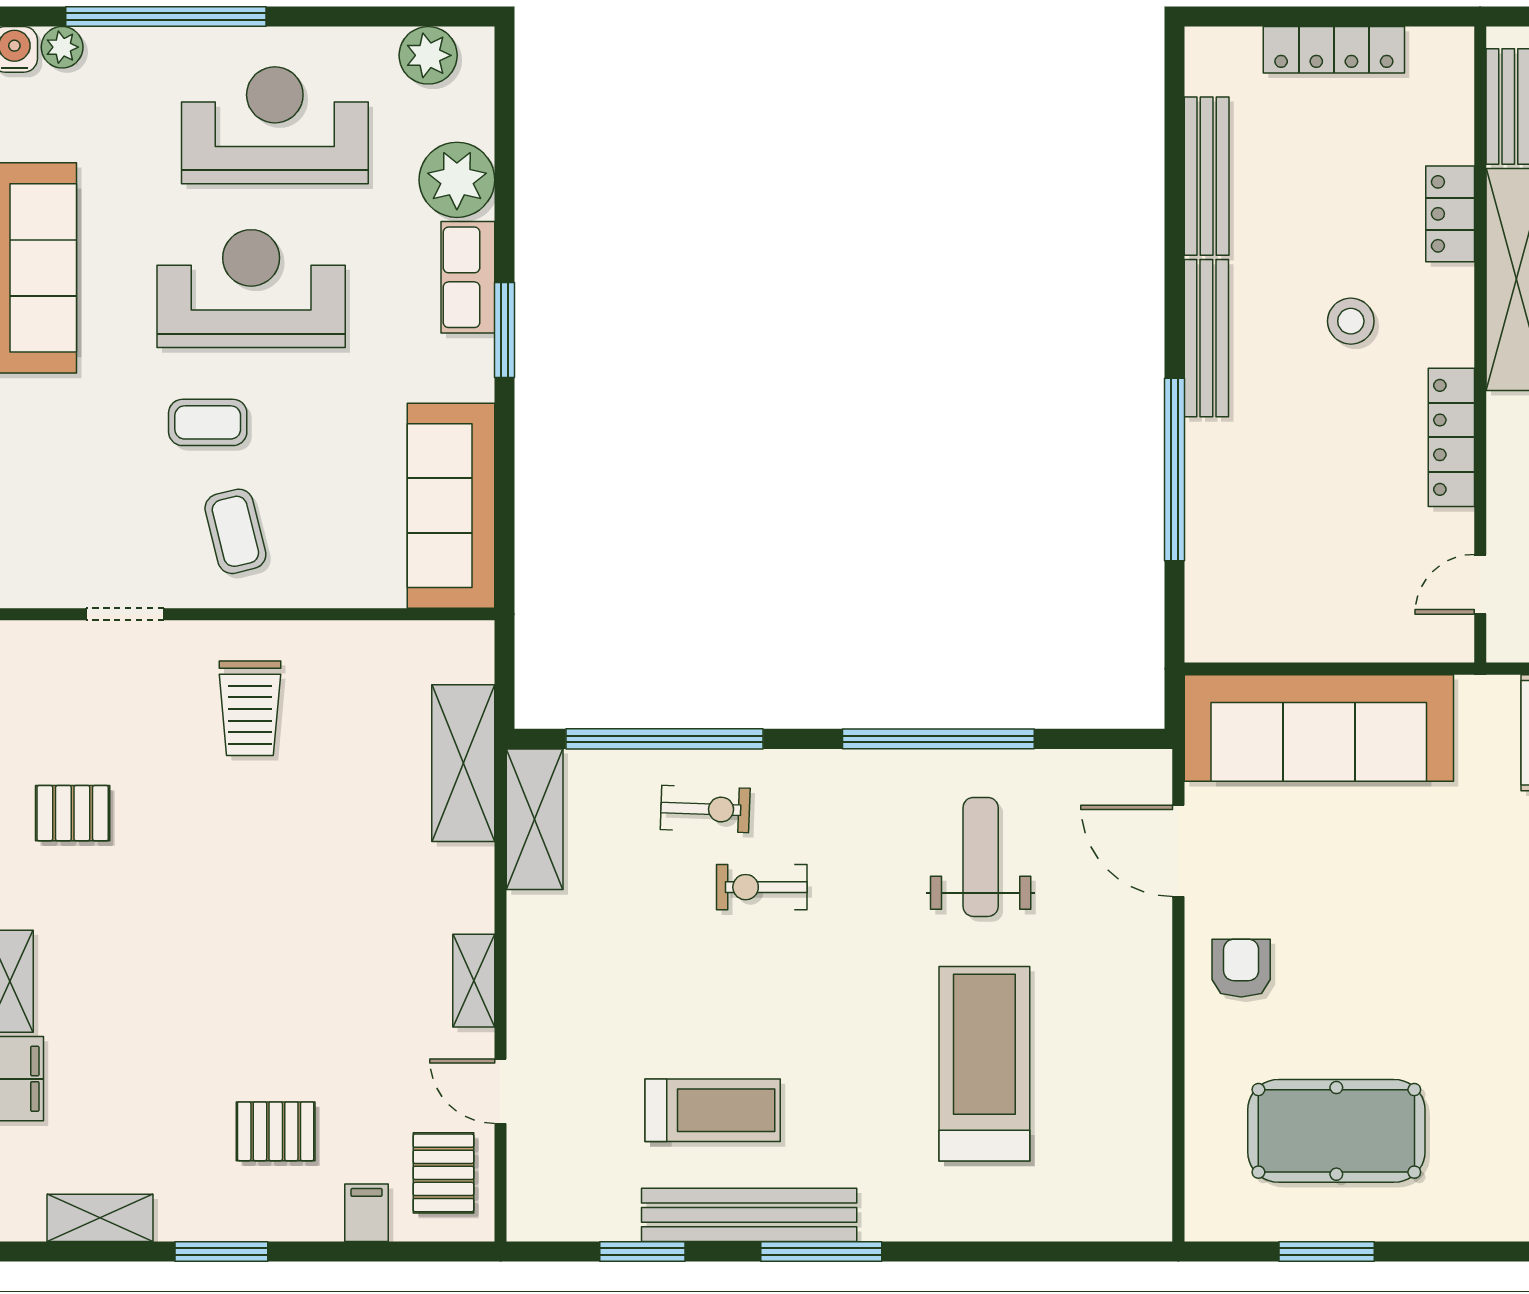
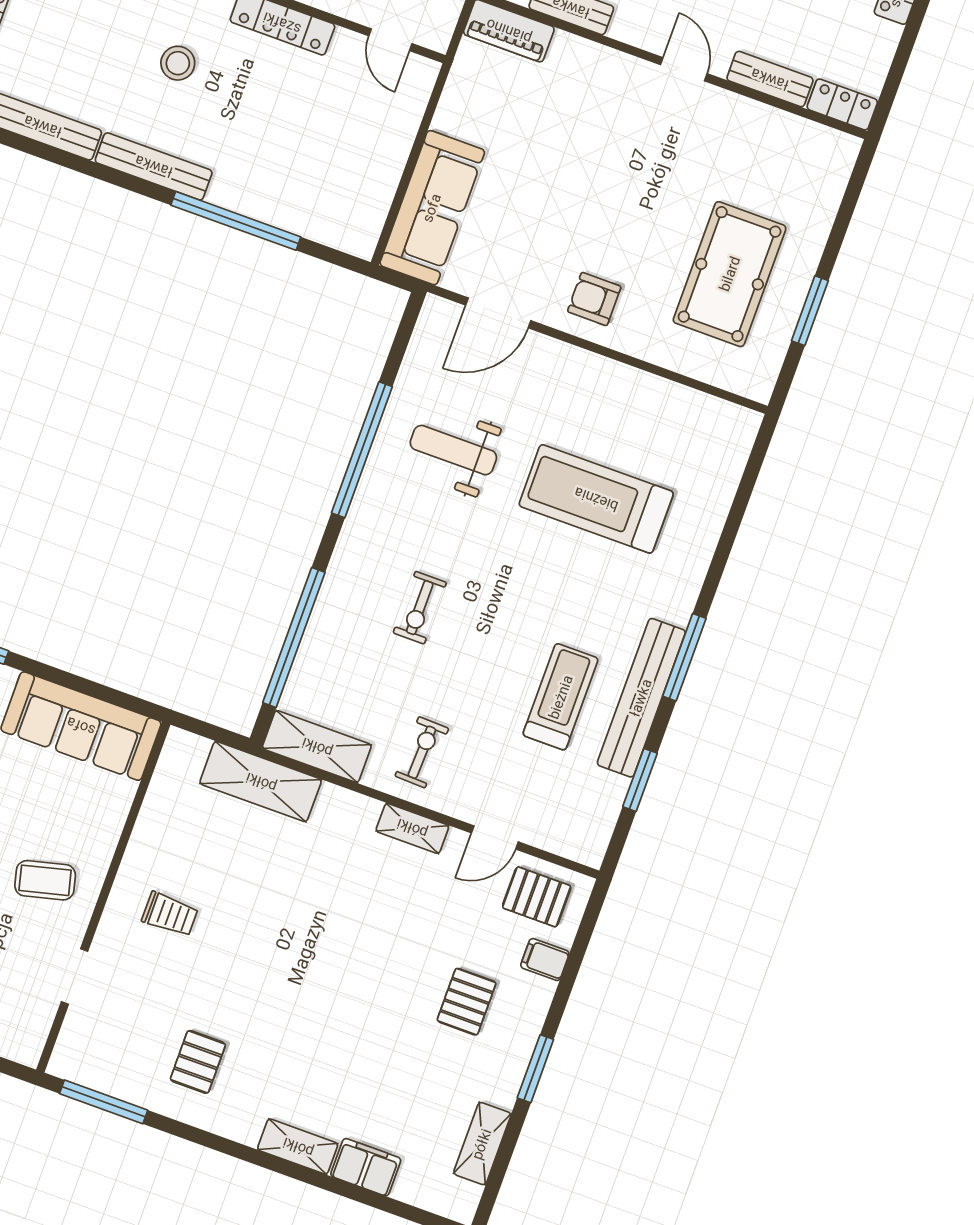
trolley: (250, 708) -> (170, 914), width x0.73, depth x0.72
sofa: (1319, 728) -> (432, 208), width x0.74, depth x0.79
exercise bike: (705, 809) -> (422, 752), moved

